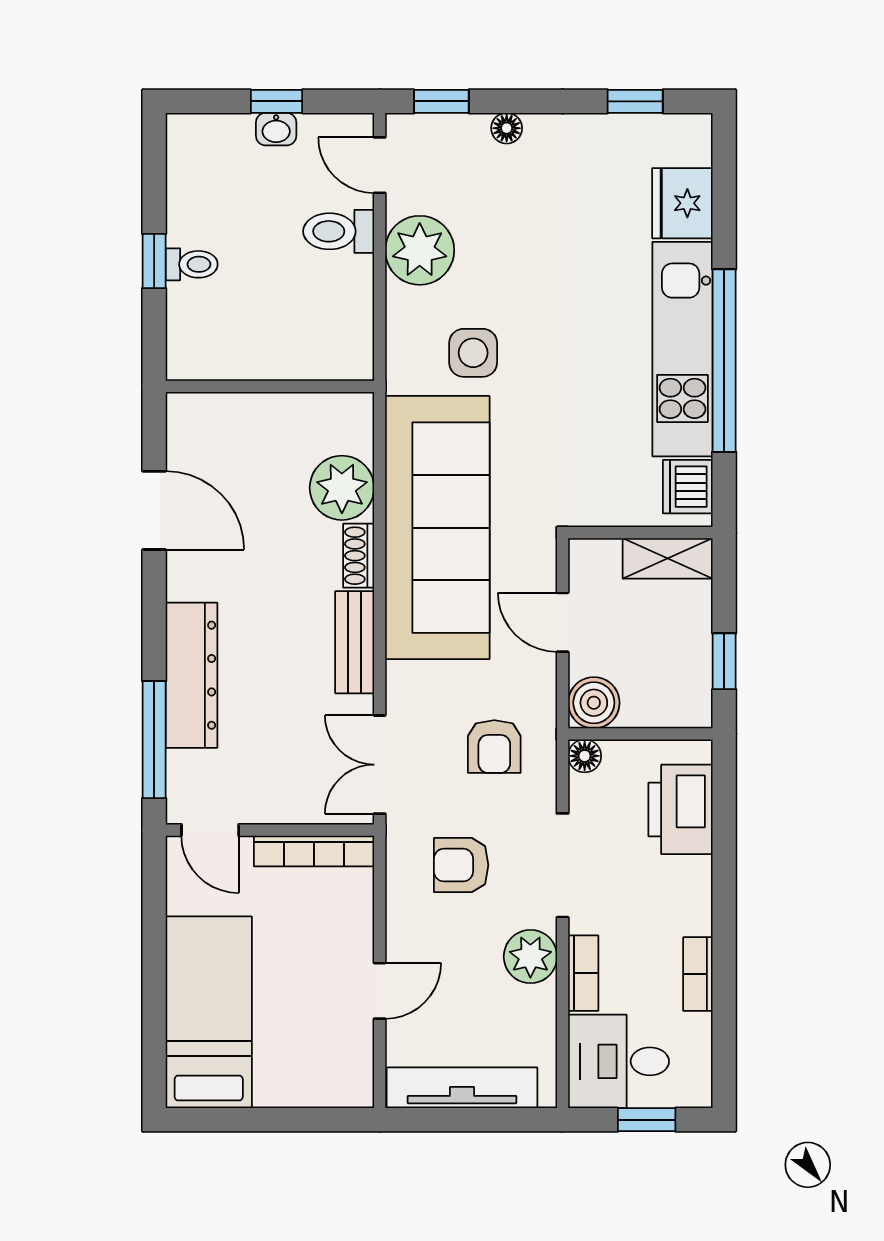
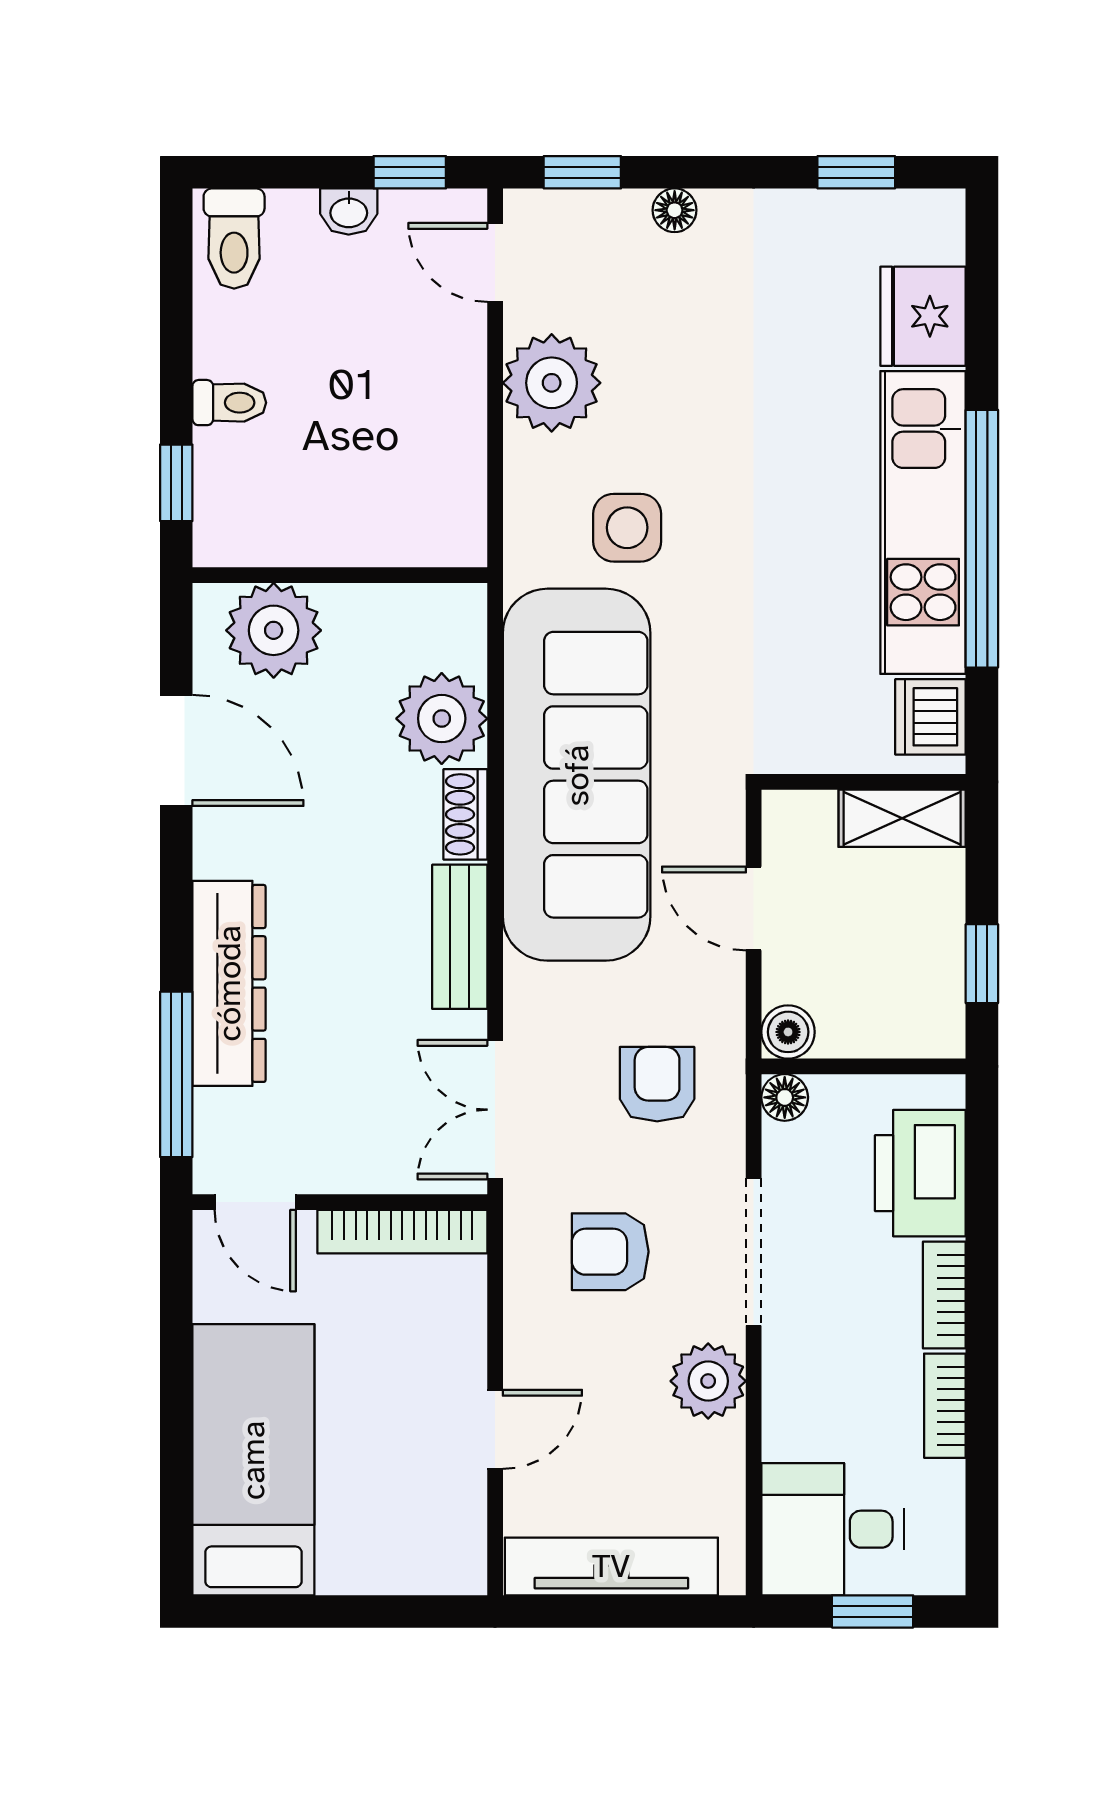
window: (276, 101) -> (410, 172), moved
toilet: (339, 231) -> (234, 239), moved, turned -90
window: (154, 261) -> (176, 483), moved
plant: (223, 425) -> (274, 630), added
boiler: (594, 703) -> (788, 1032), width x0.73, depth x0.73
armchair: (494, 747) -> (657, 1084), turned 180
bookcase: (583, 973) -> (944, 1295), moved, turned 180

